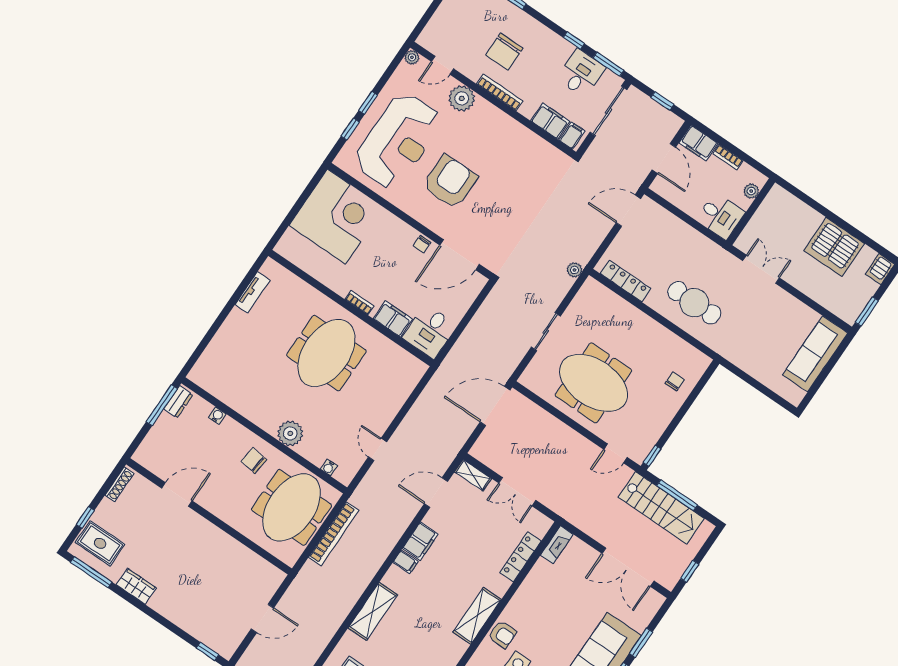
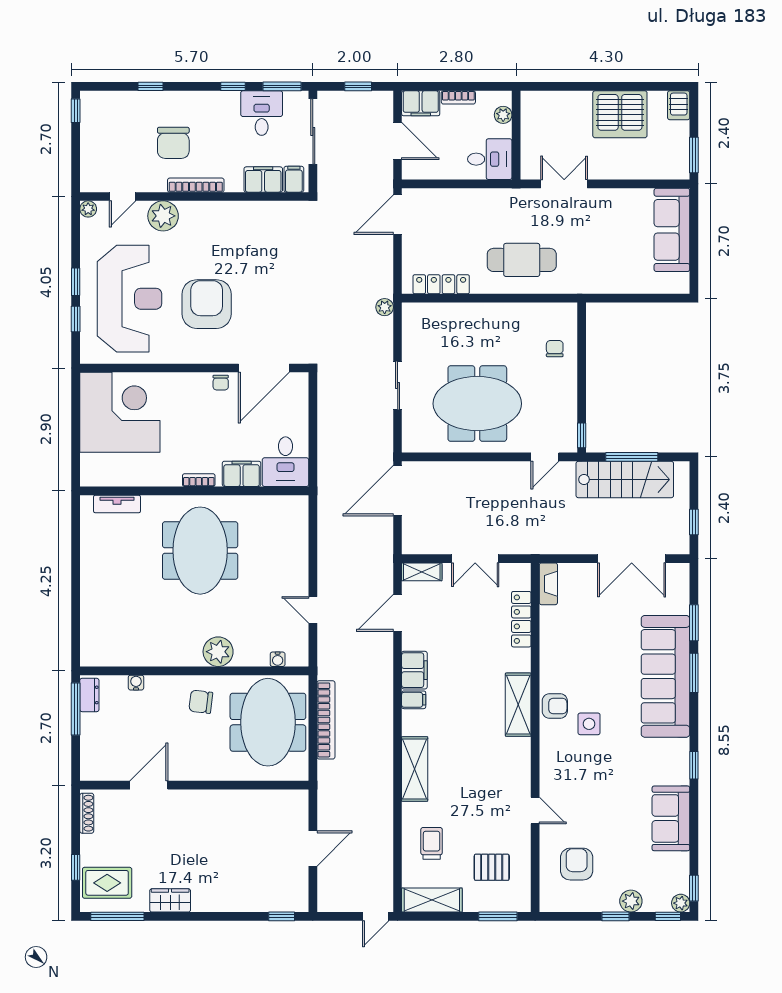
tv unit: (253, 292) -> (117, 504), moved, turned 90

